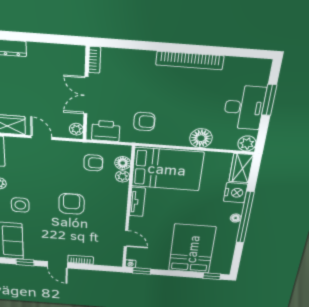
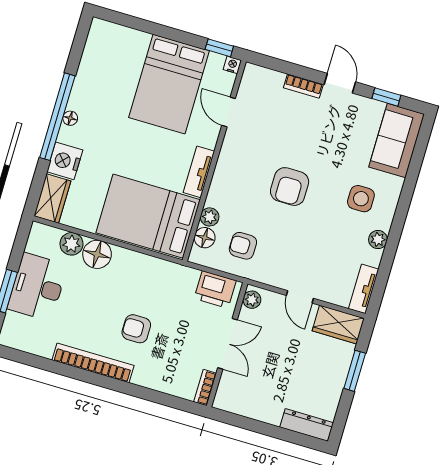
armchair: (144, 122) -> (136, 329), moved
plant: (247, 143) -> (71, 244), moved
bed: (192, 249) -> (169, 84), moved
window: (212, 276) -> (119, 18), removed

